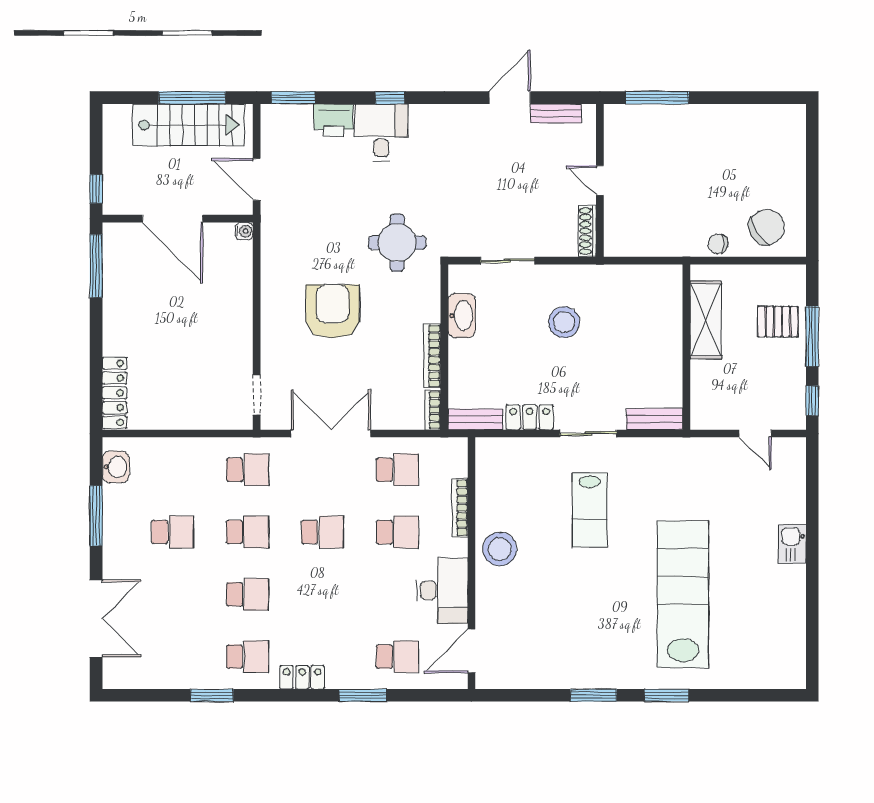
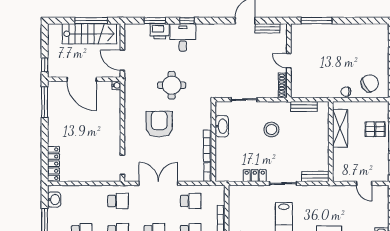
window: (293, 98) -> (155, 21), moved
round table: (397, 243) -> (172, 85), moved
bench: (475, 419) -> (304, 106), moved

